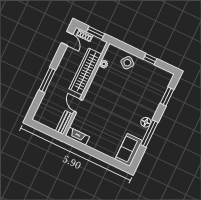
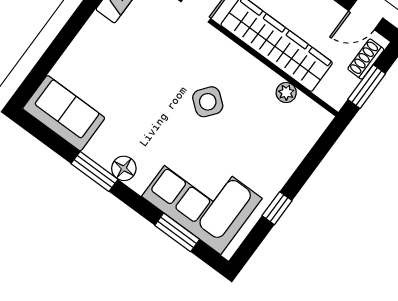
side table: (127, 63) -> (208, 102), moved
corner sofa: (151, 89) -> (202, 197), added
window: (149, 133) -> (95, 171), width x0.69

